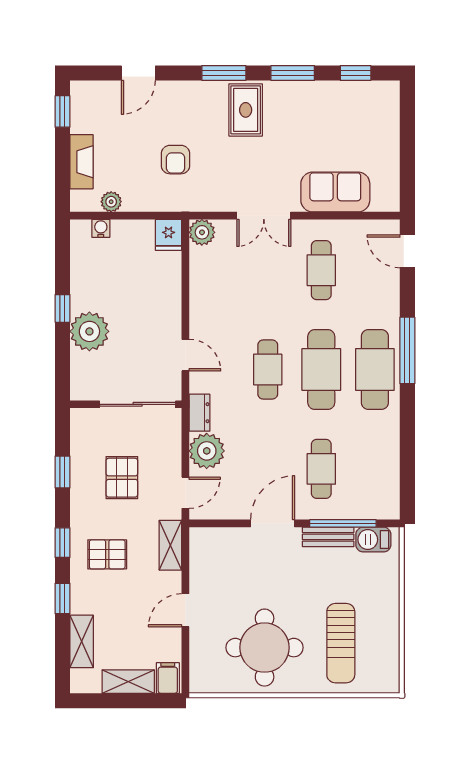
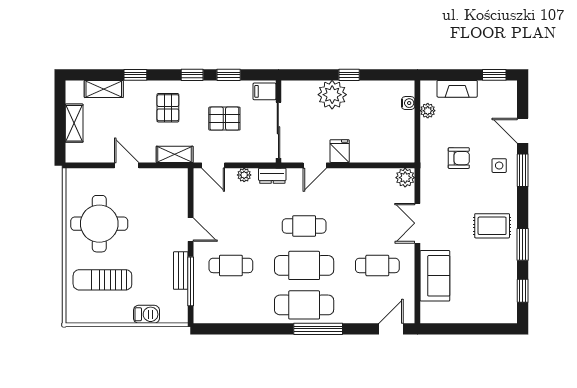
window: (224, 73) -> (523, 170), moved
side table: (186, 105) -> (499, 166), added
rug: (246, 110) -> (492, 226), moved
armchair: (176, 160) -> (459, 158), turned 180
fridge: (169, 235) -> (340, 151), moved, turned 90
plant: (207, 451) -> (244, 175), width x0.53, depth x0.53
door: (273, 523) -> (191, 230), width x0.73
barbecue: (373, 540) -> (146, 314), moved, turned 90
window: (62, 543) -> (192, 75), moved
filing cabinet: (168, 678) -> (264, 91), moved, turned 180

